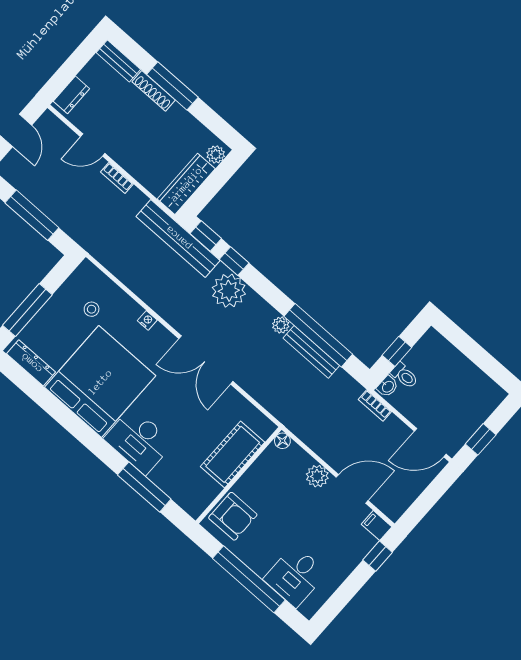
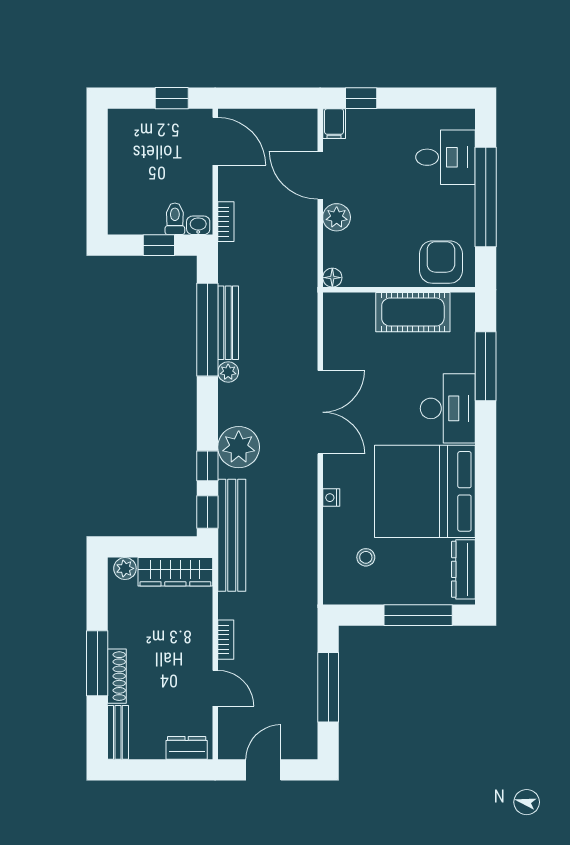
cot: (233, 454) -> (413, 312), moved

